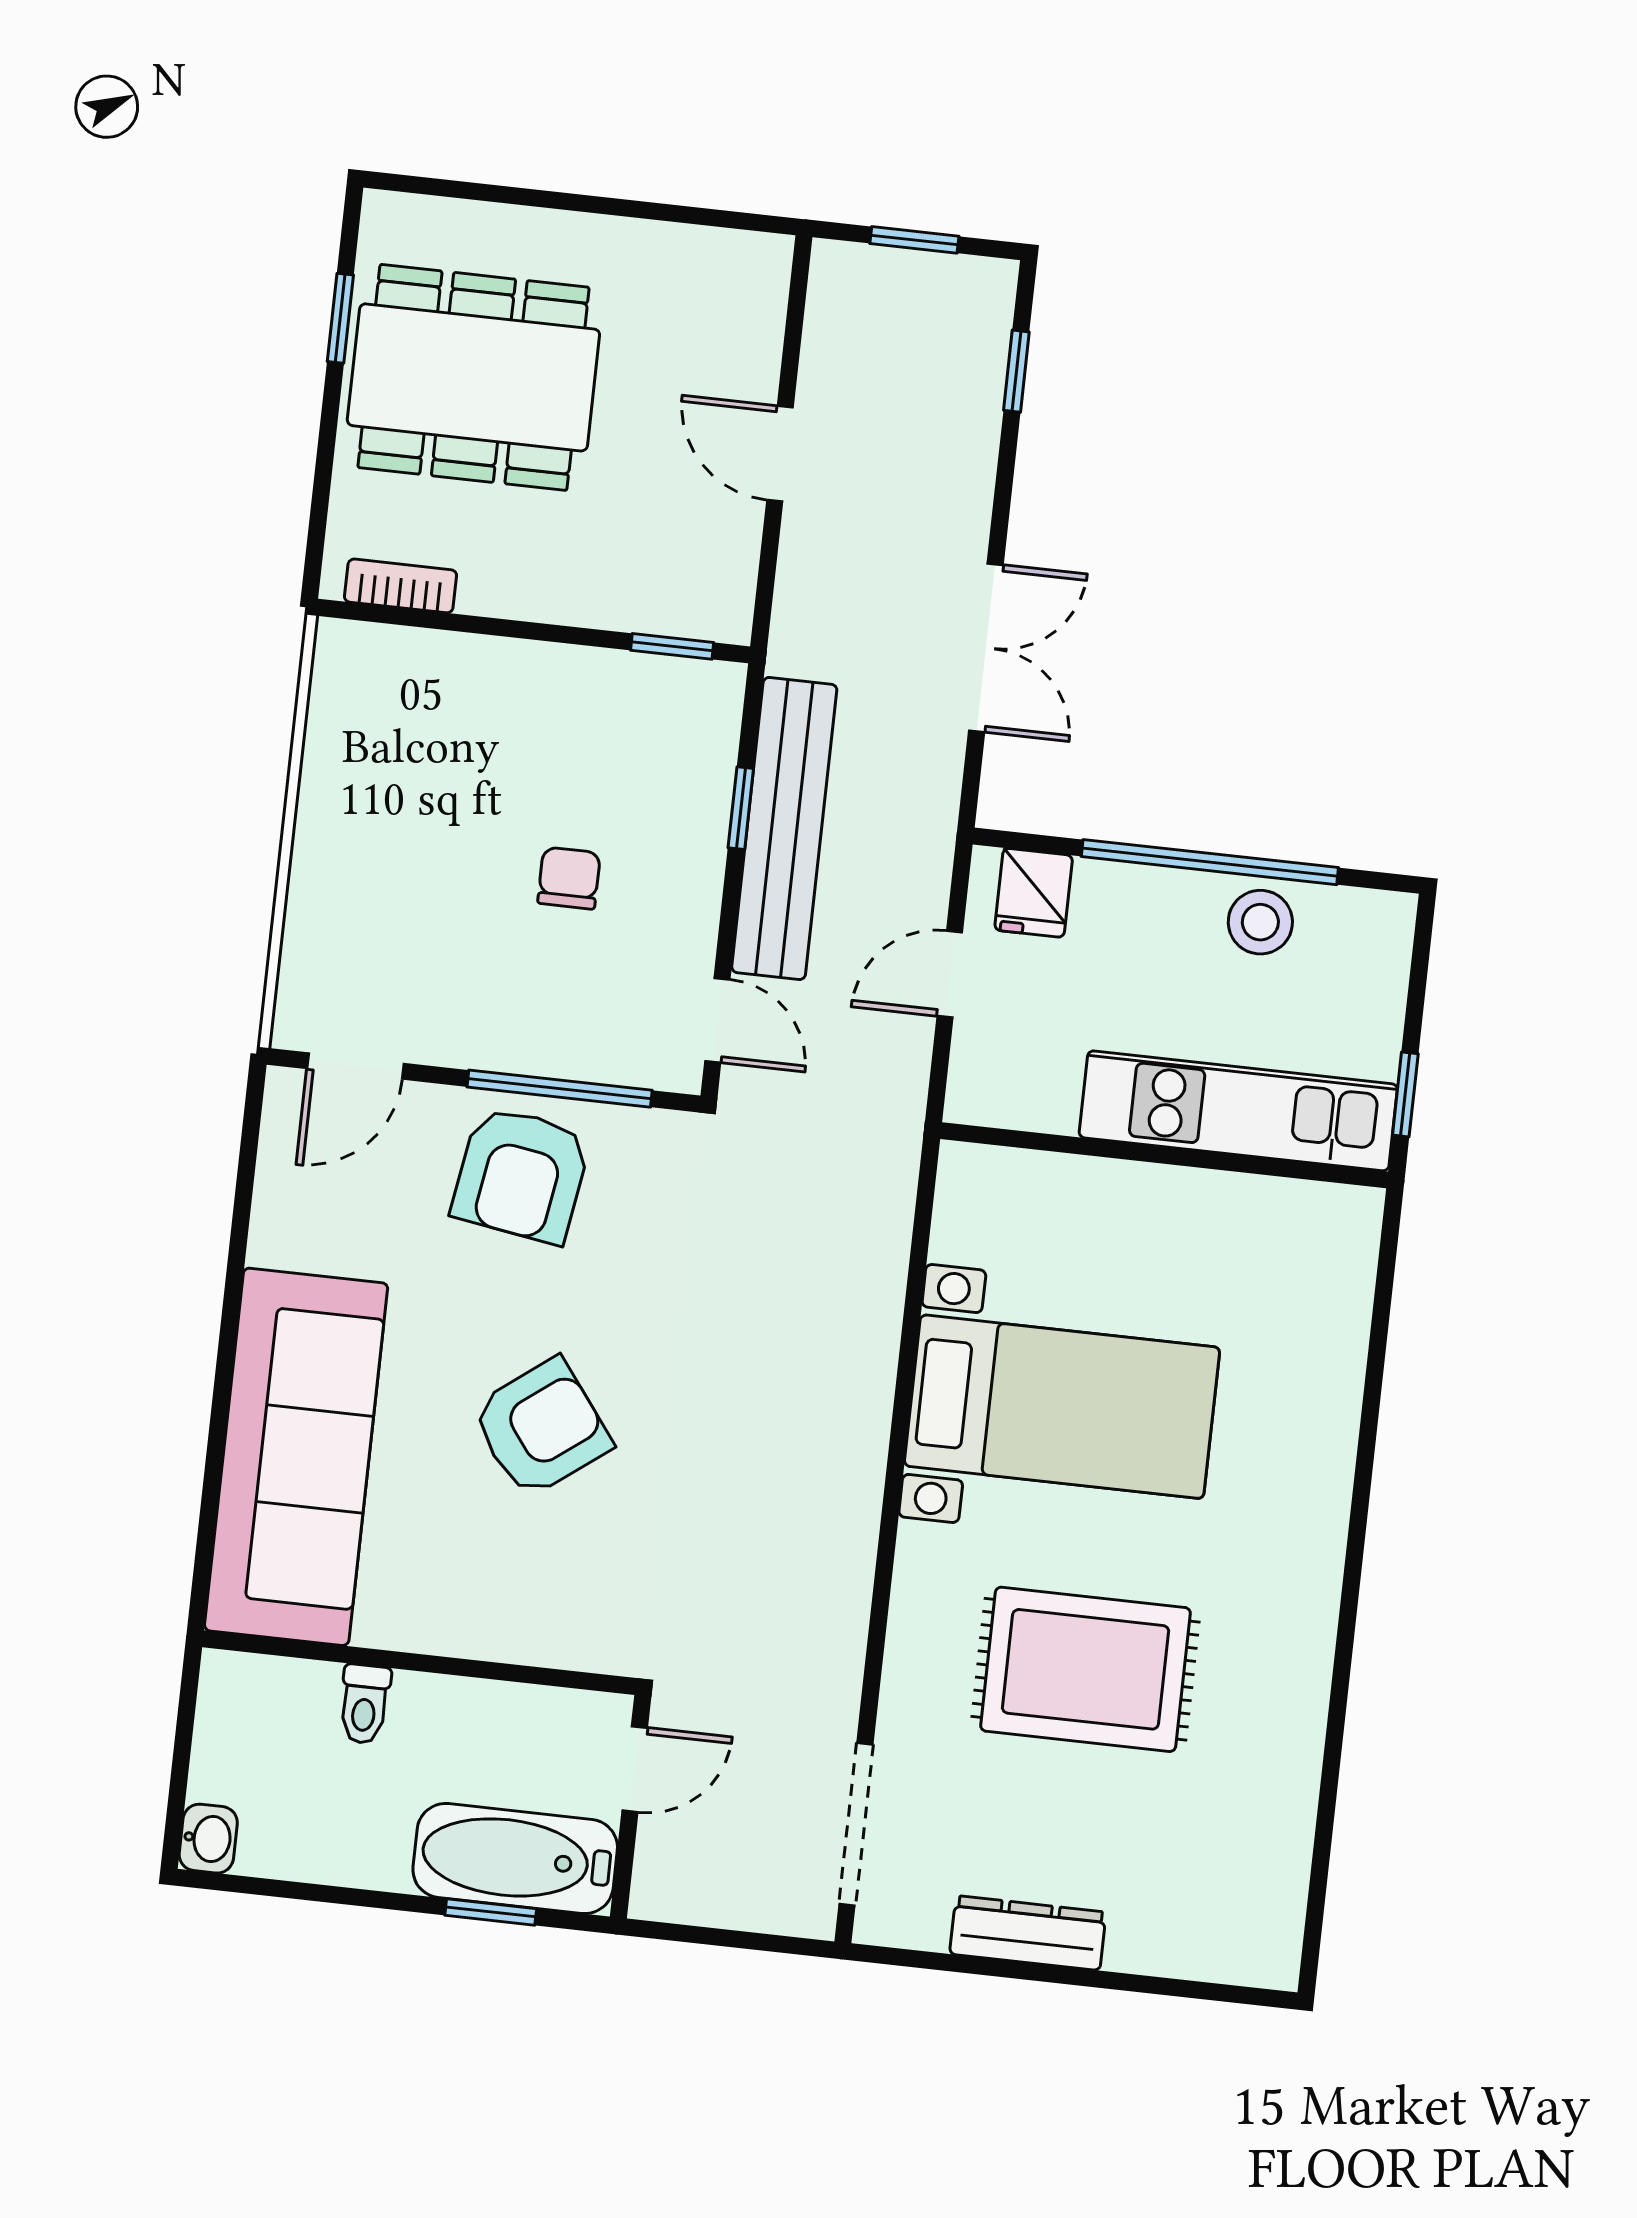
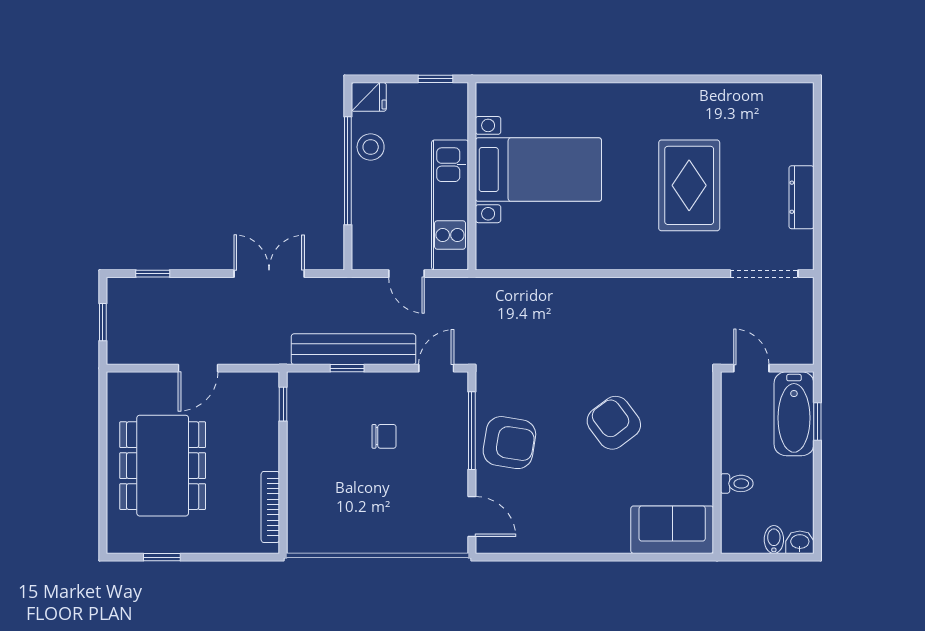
dining table: (473, 377) -> (163, 466), moved
bookcase: (400, 586) -> (270, 507), width x1.56
chair: (569, 878) -> (384, 436), turned 180
fridge: (1034, 893) -> (369, 97), moved
kitchen unit: (1238, 1111) -> (450, 205), moved
bed with nightstands: (1062, 1407) -> (538, 170), moved, turned 90
sofa: (296, 1457) -> (672, 530), width x0.54, depth x0.79
bidet: (222, 1778) -> (774, 540), added

